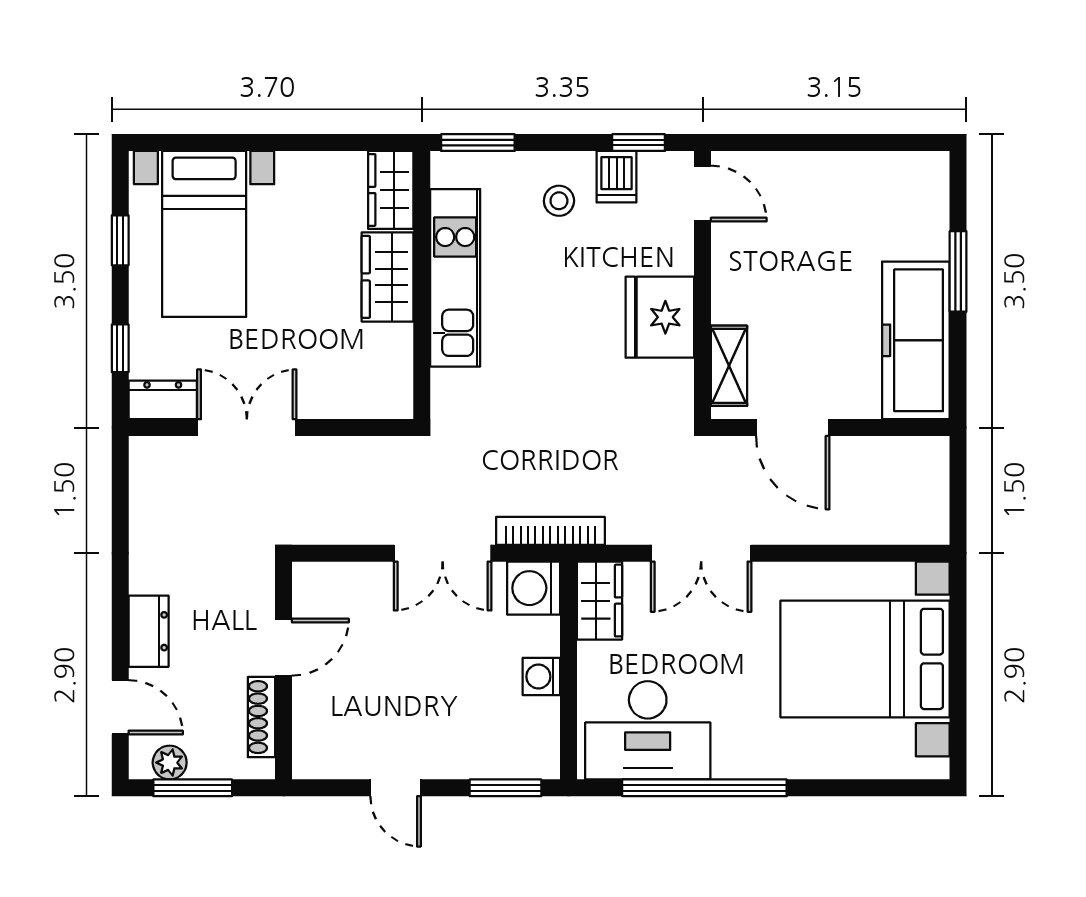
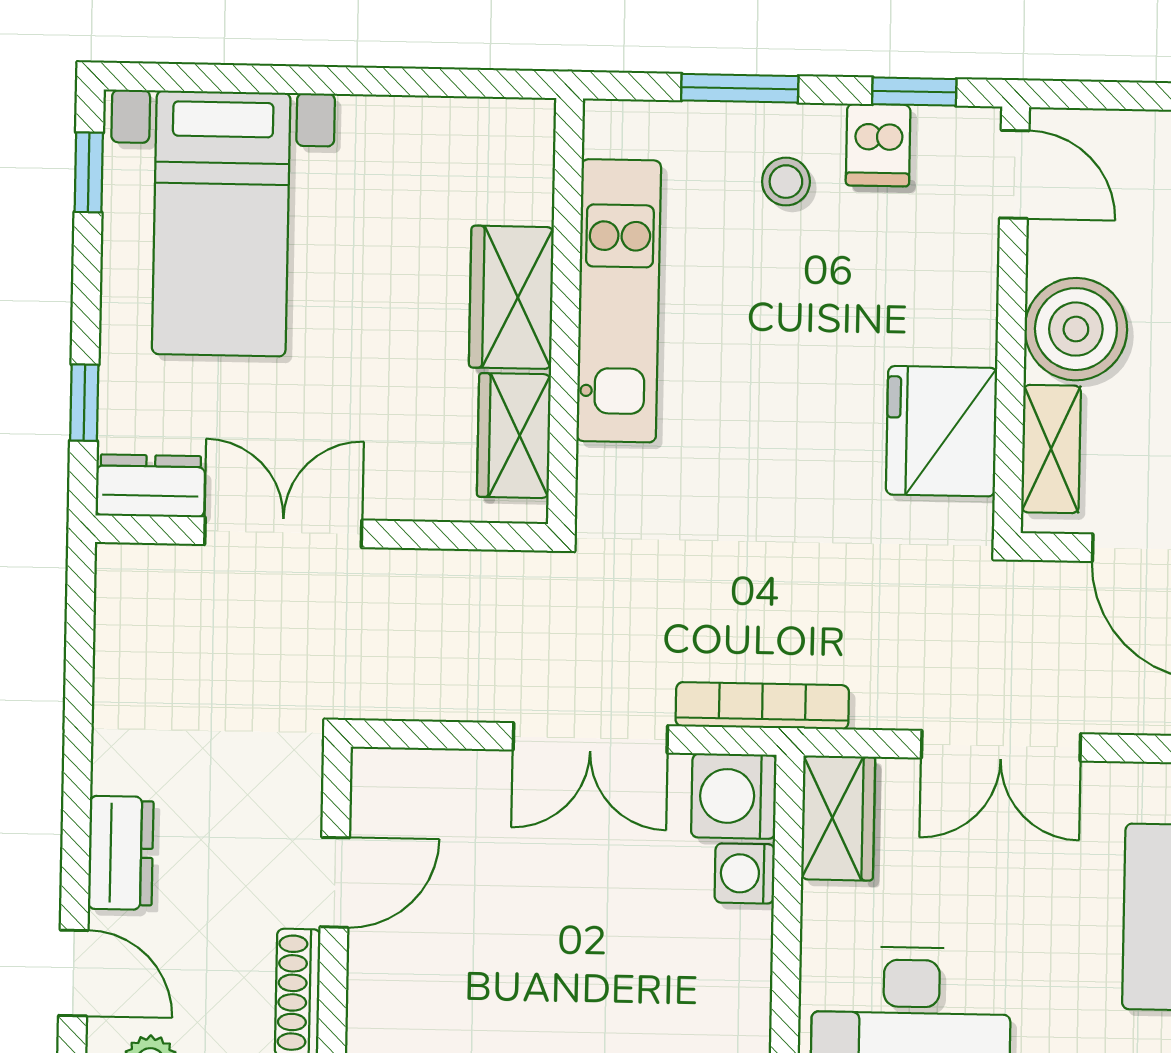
window: (478, 143) -> (740, 88), moved
wardrobe: (391, 190) -> (514, 436), moved
window: (120, 240) -> (89, 172), moved
boiler: (743, 290) -> (1076, 329), added
fridge: (660, 317) -> (942, 431), moved
washing machine: (541, 677) -> (745, 873), moved

